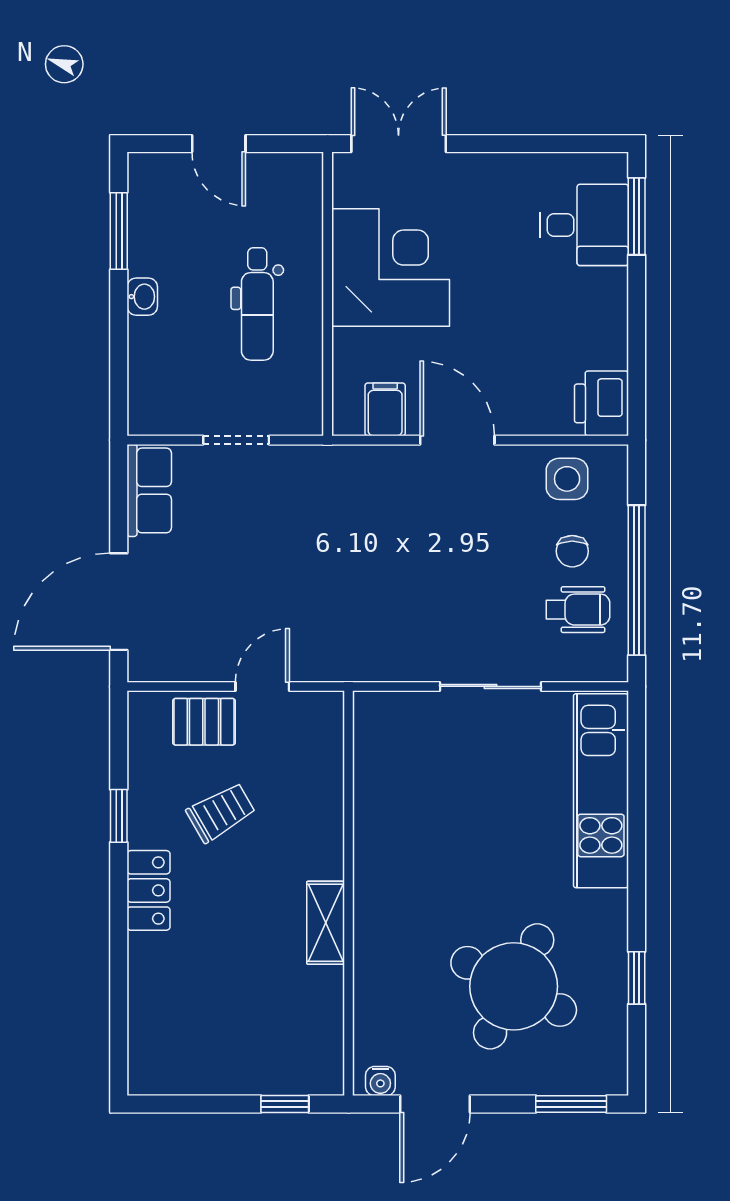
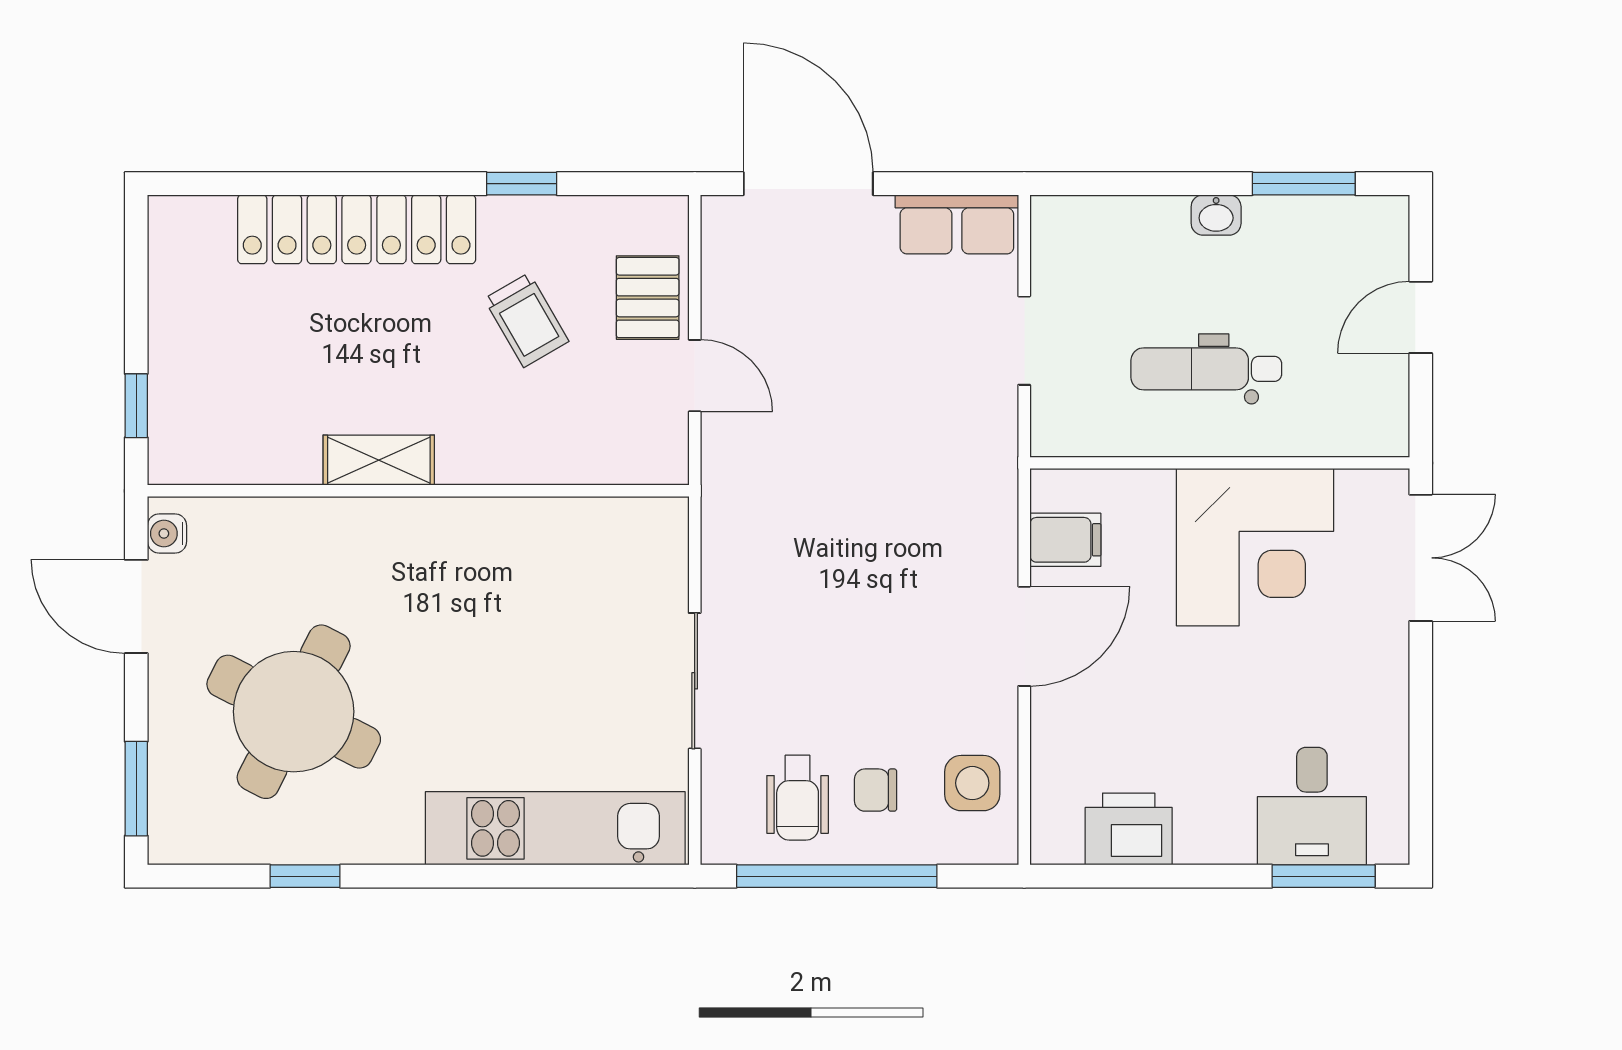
printer: (601, 403) -> (1129, 829), moved
locker: (148, 890) -> (357, 229), width x2.16, depth x1.21

